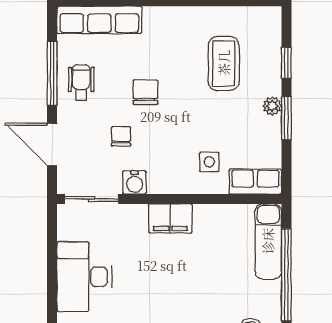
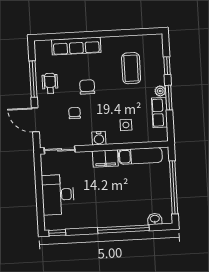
row of seats: (99, 20) -> (76, 46), moved
water cooler: (135, 182) -> (99, 138), moved
row of seats: (255, 182) -> (160, 113), moved, turned -90
exam couch: (268, 241) -> (140, 156), moved, turned -90

